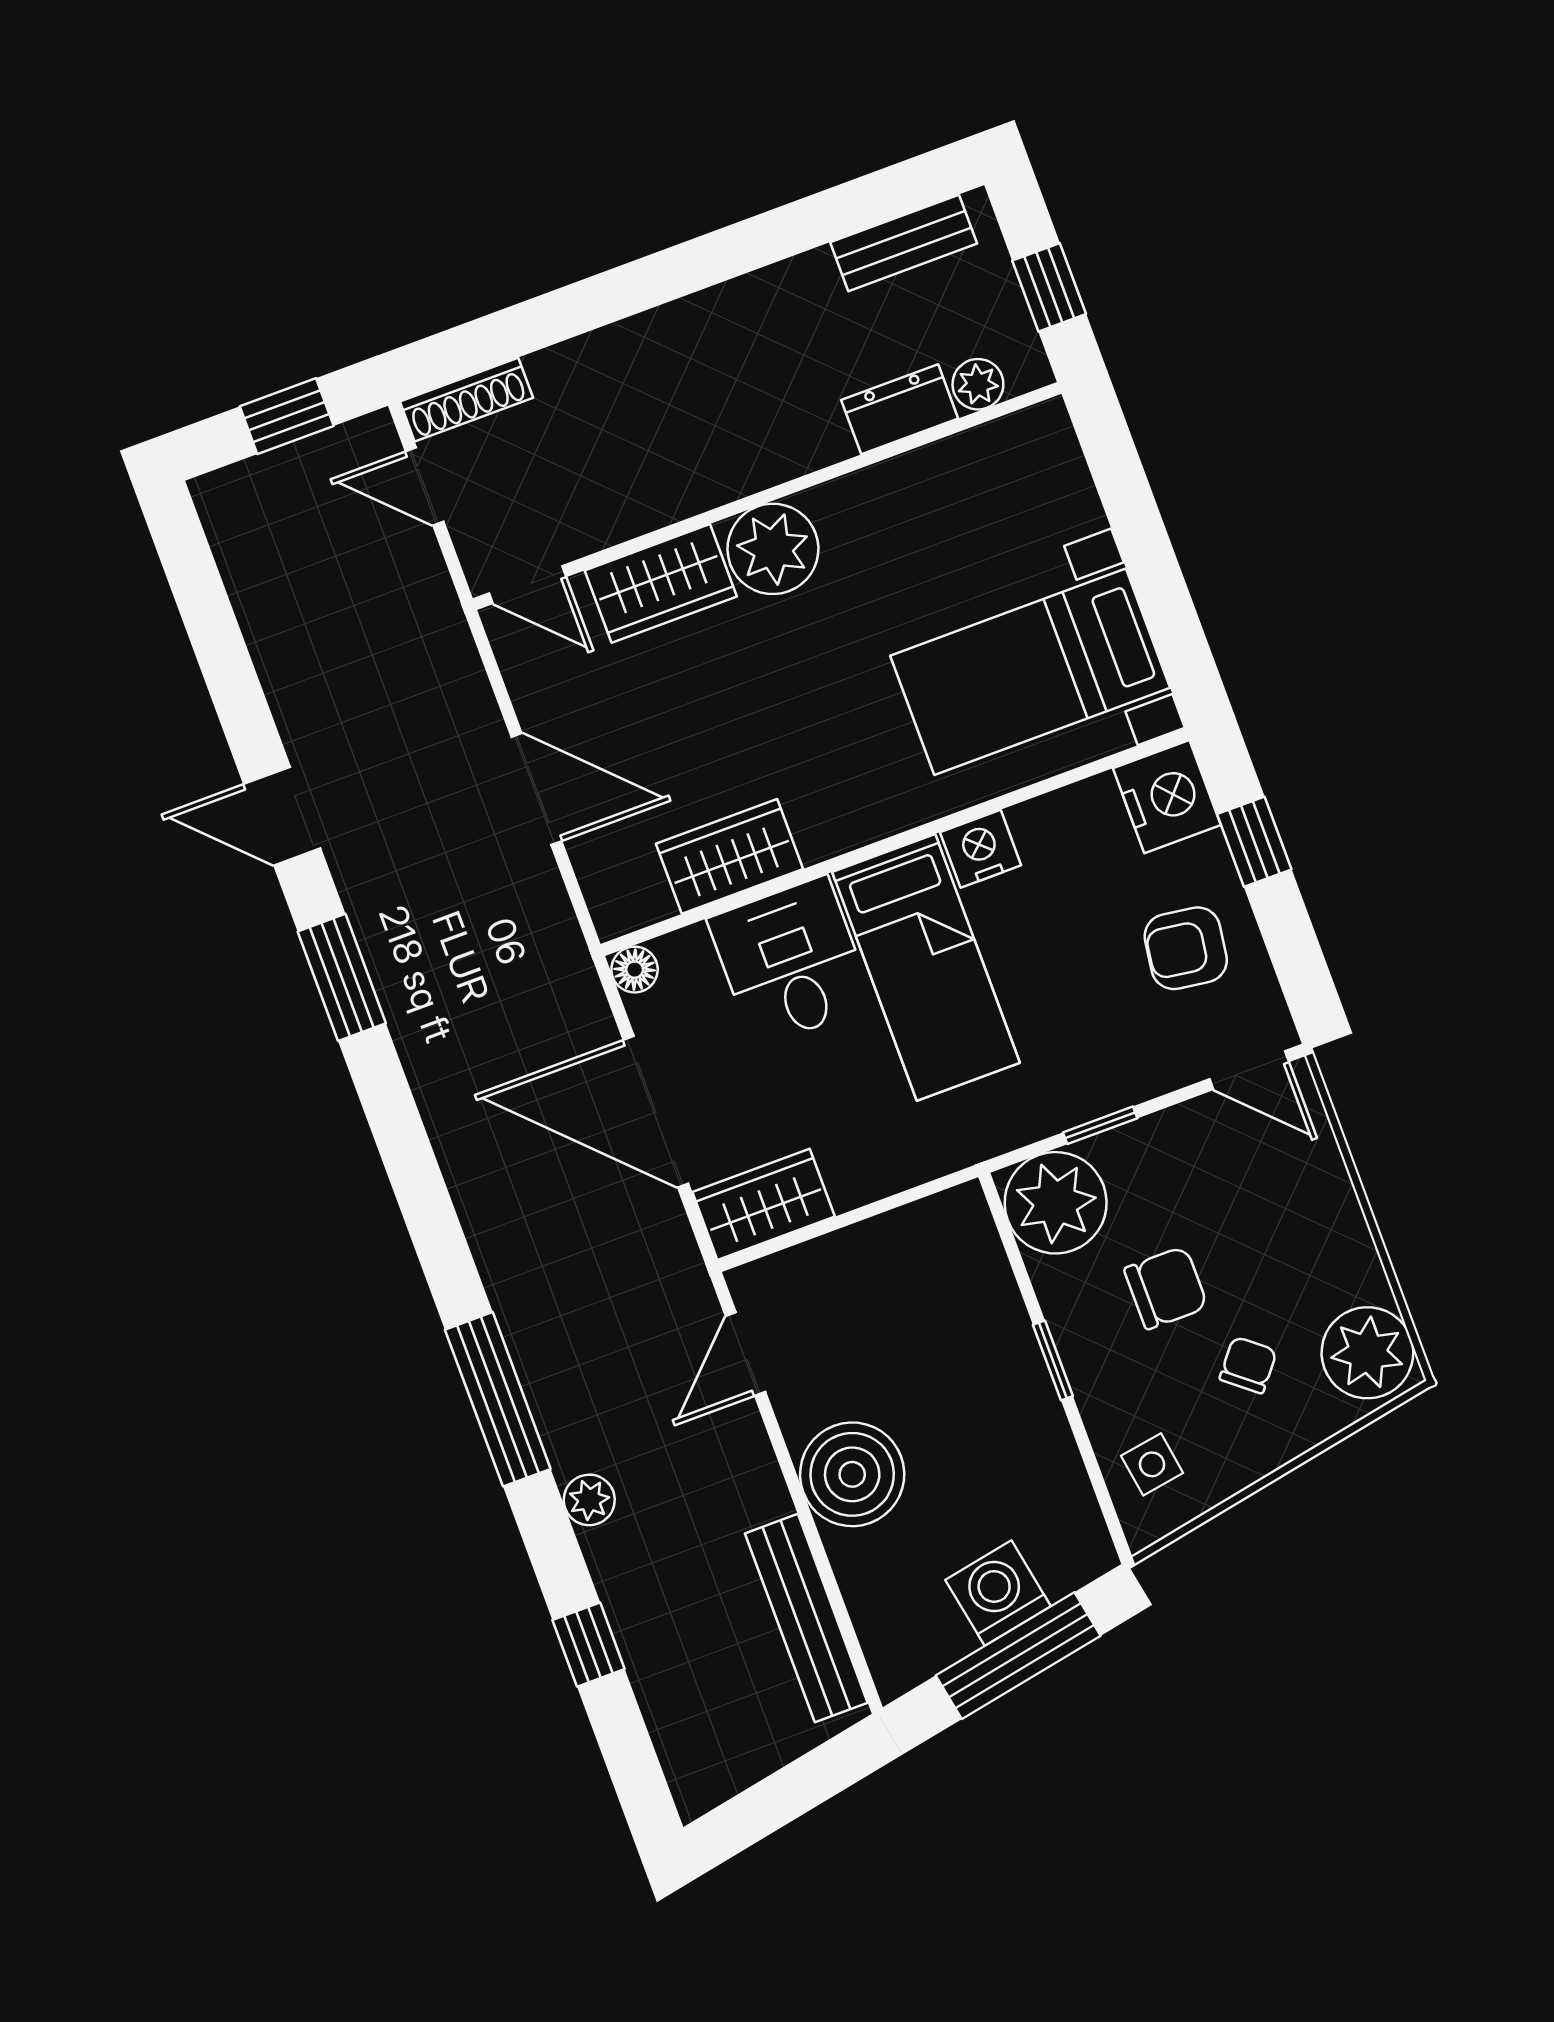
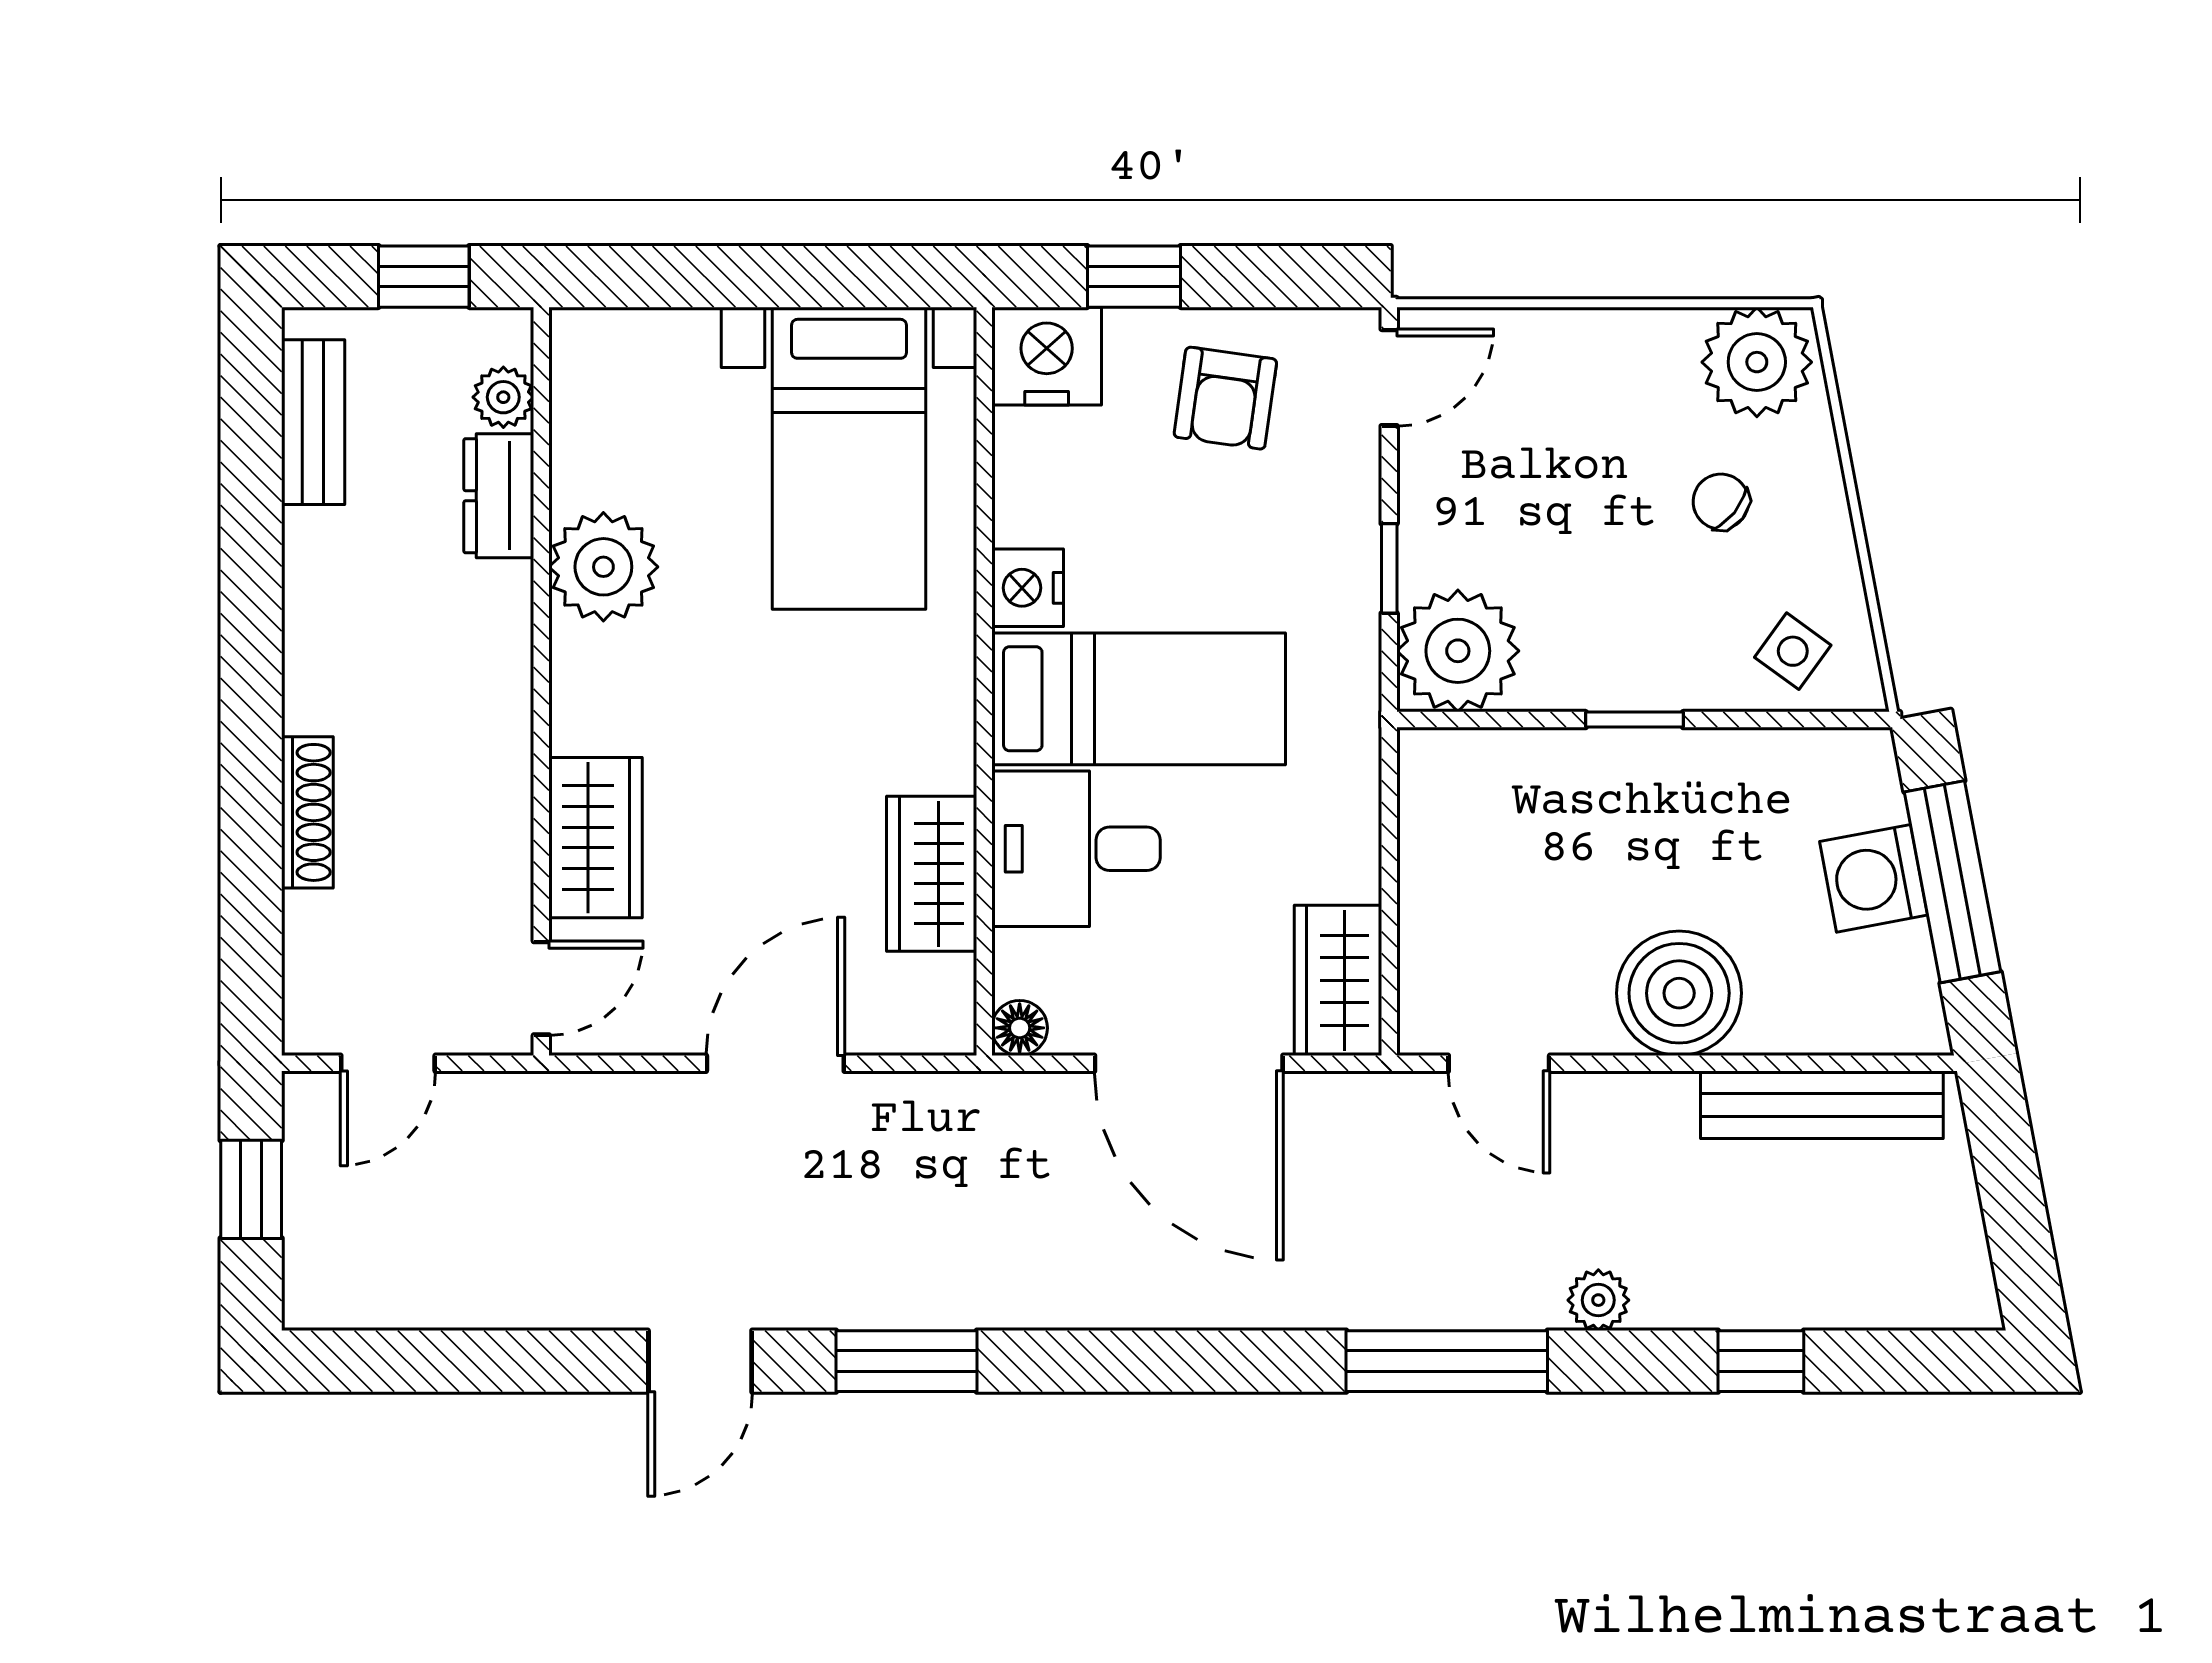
shoe rack: (466, 400) -> (307, 812), moved
plant: (773, 549) -> (603, 567), moved
door: (656, 1112) -> (1189, 1063), hinge flipped
chair: (1166, 1288) -> (1600, 562), removed
side table: (1152, 1464) -> (1793, 651), turned 45

